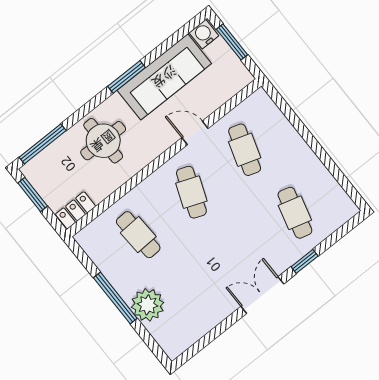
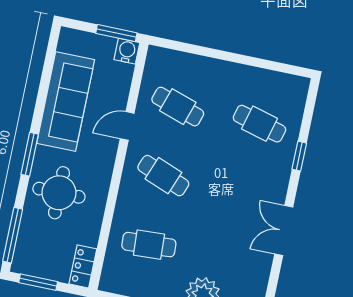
water cooler: (204, 34) -> (127, 51), moved, turned 90
window: (232, 42) -> (116, 33), moved
window: (127, 77) -> (30, 154), moved
double door: (262, 295) -> (284, 231), moved

